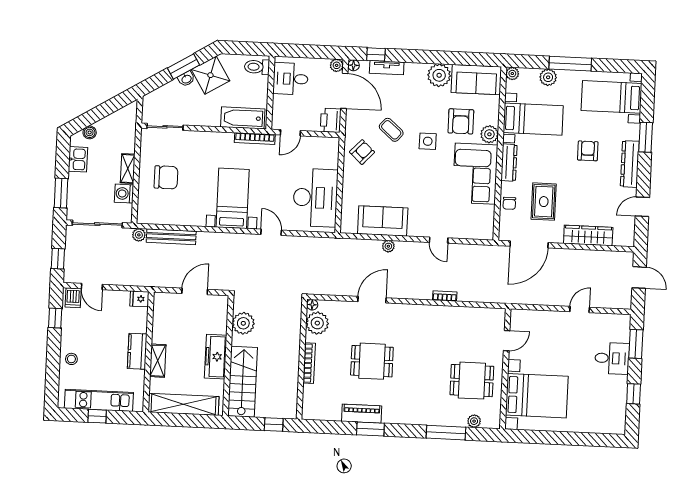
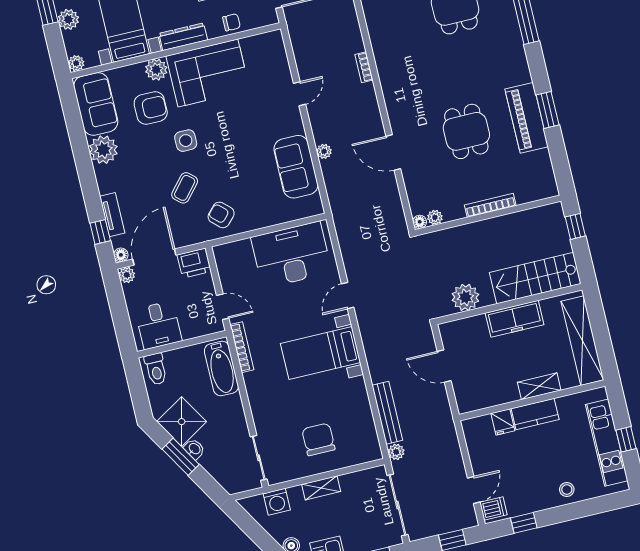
washing machine: (124, 194) -> (277, 502), moved
fridge: (139, 299) -> (503, 422), moved
plant: (317, 323) -> (435, 217), width x0.53, depth x0.53
piano: (362, 414) -> (527, 118), width x1.37, depth x1.33

